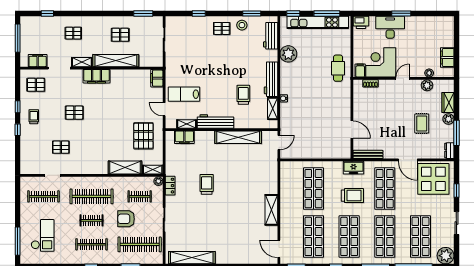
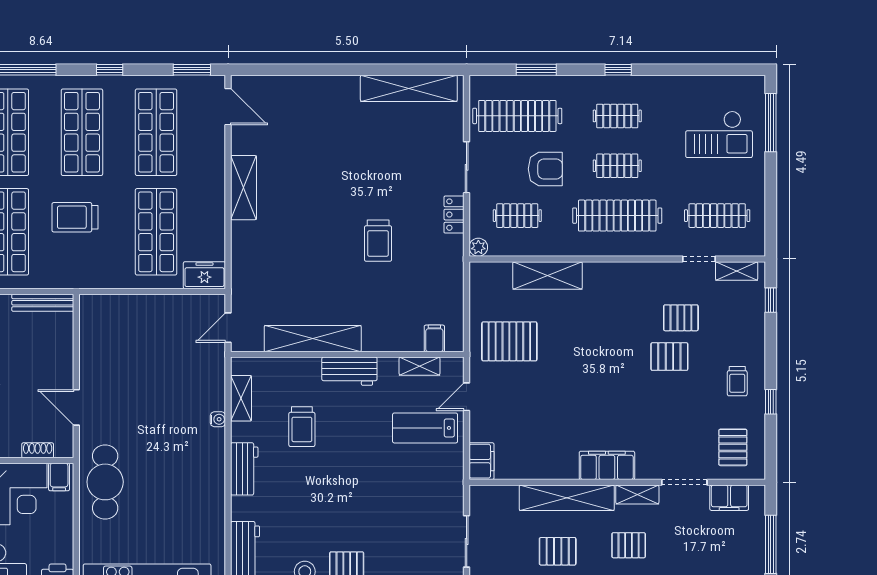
pallet: (73, 33) -> (629, 545), moved
plant: (288, 54) -> (208, 512), removed
cafe table: (338, 68) -> (105, 482), width x1.37, depth x1.35
workbench: (271, 79) -> (244, 469), width x0.73
pallet: (36, 85) -> (733, 447), turned 90
lab bench: (184, 94) -> (425, 428), turned 180
door: (164, 109) -> (467, 397), swing flipped
pallet: (74, 113) -> (669, 357), moved
workbench: (215, 121) -> (349, 371), width x0.73
window: (18, 130) -> (771, 300), moved
door: (352, 130) -> (76, 407), moved
pallet: (143, 136) -> (509, 341), turned 90
filing cabinet: (184, 137) -> (434, 338), width x0.50
freezer: (353, 168) -> (204, 275), moved
shelving: (153, 170) -> (737, 271), moved
locker: (170, 186) -> (454, 215), moved
checkout: (43, 235) -> (719, 134), turned -90
clothes rail: (92, 244) -> (617, 116), width x0.73

